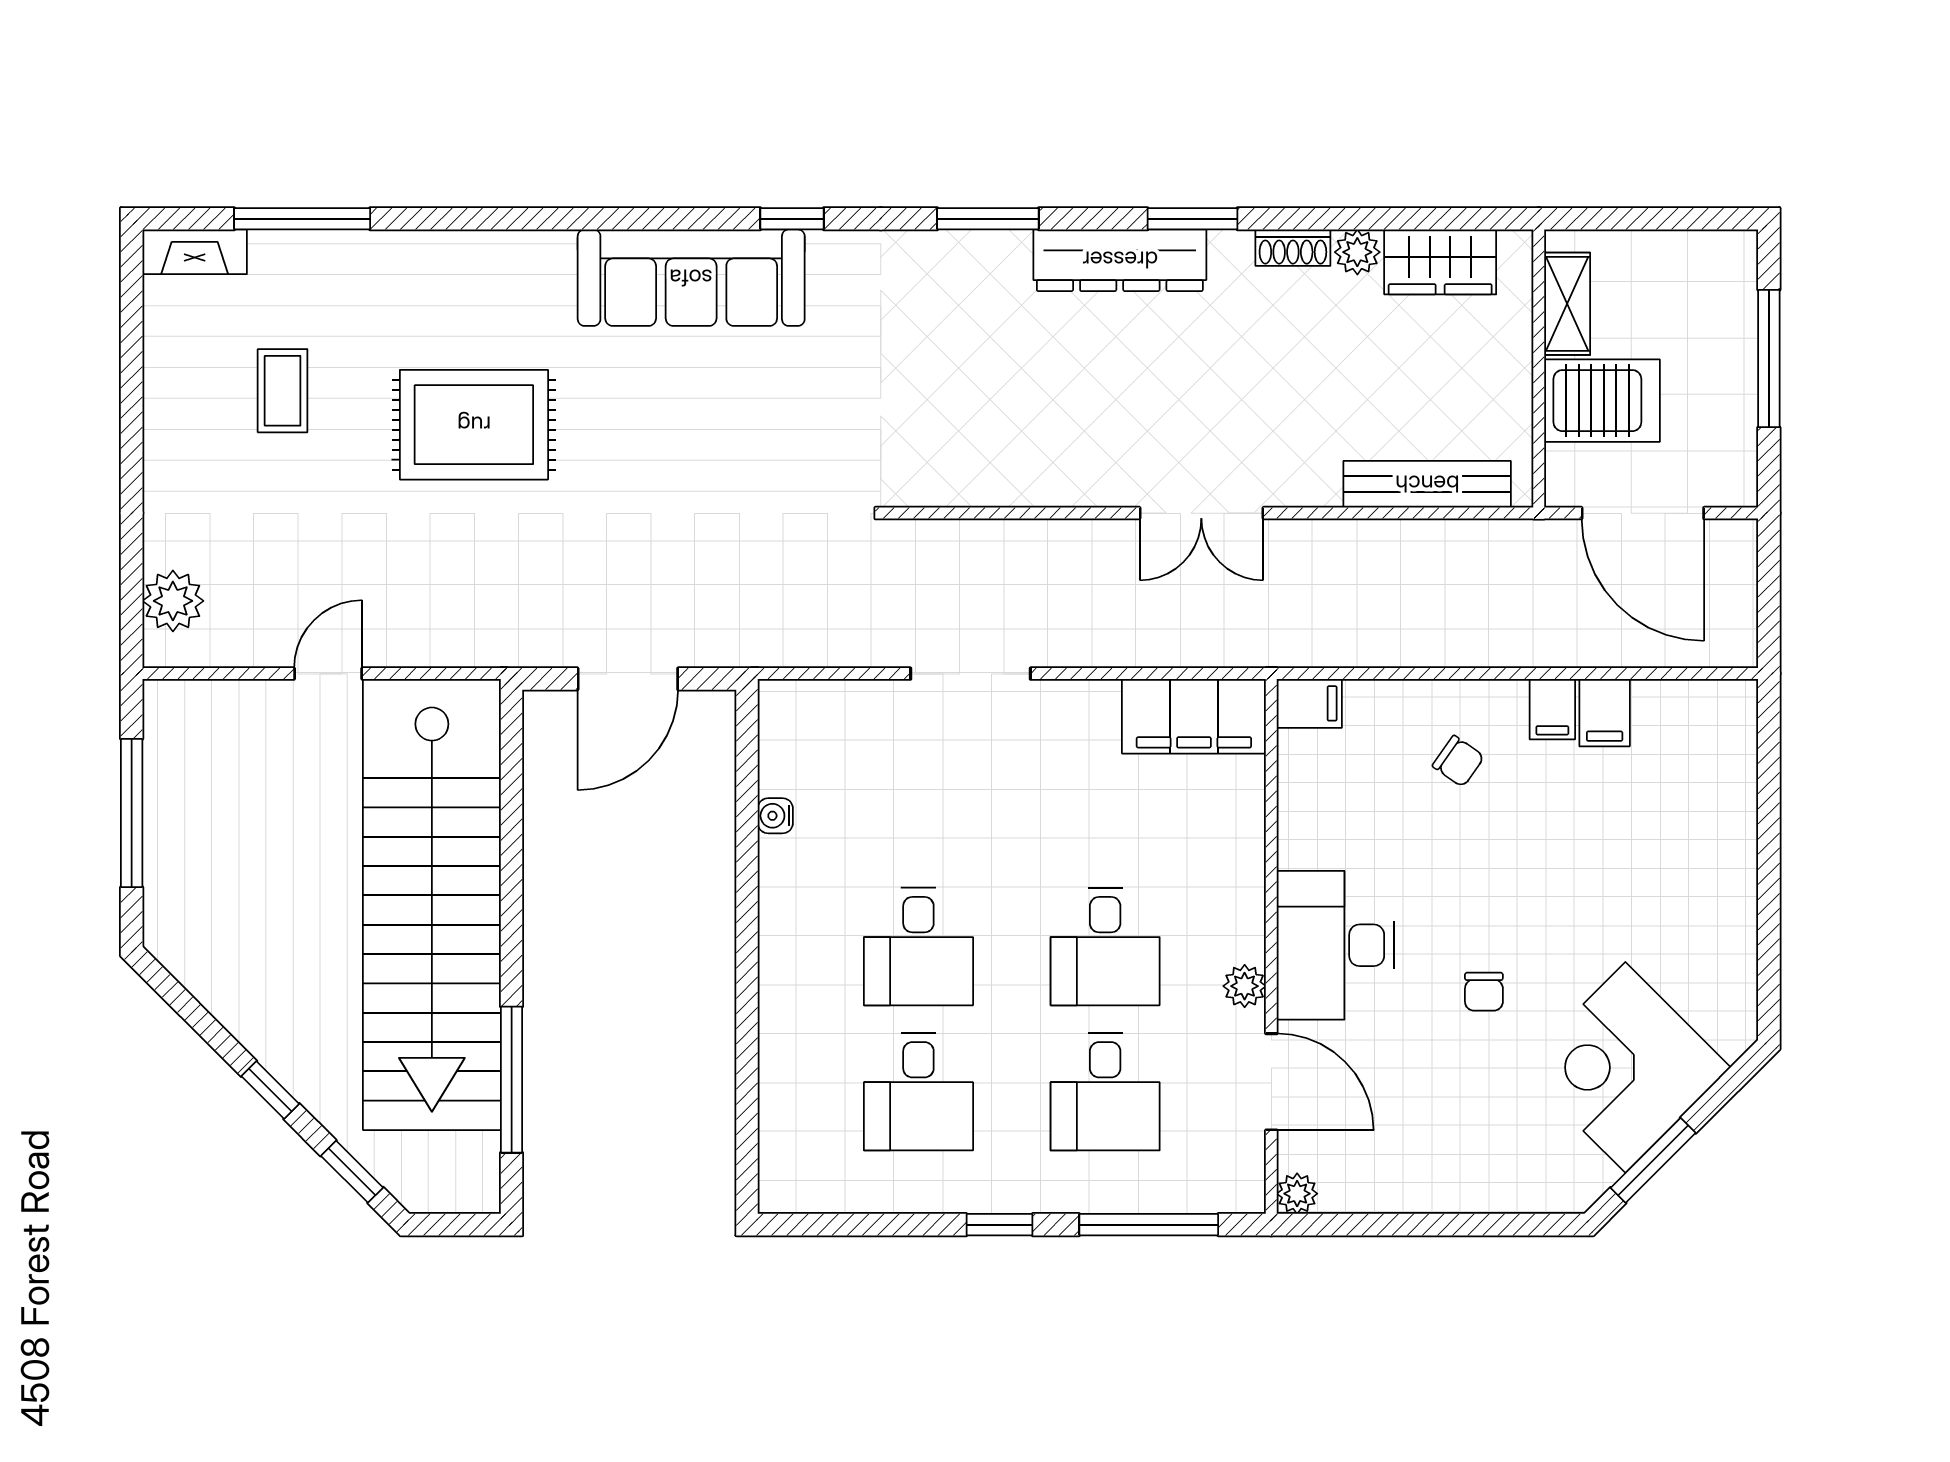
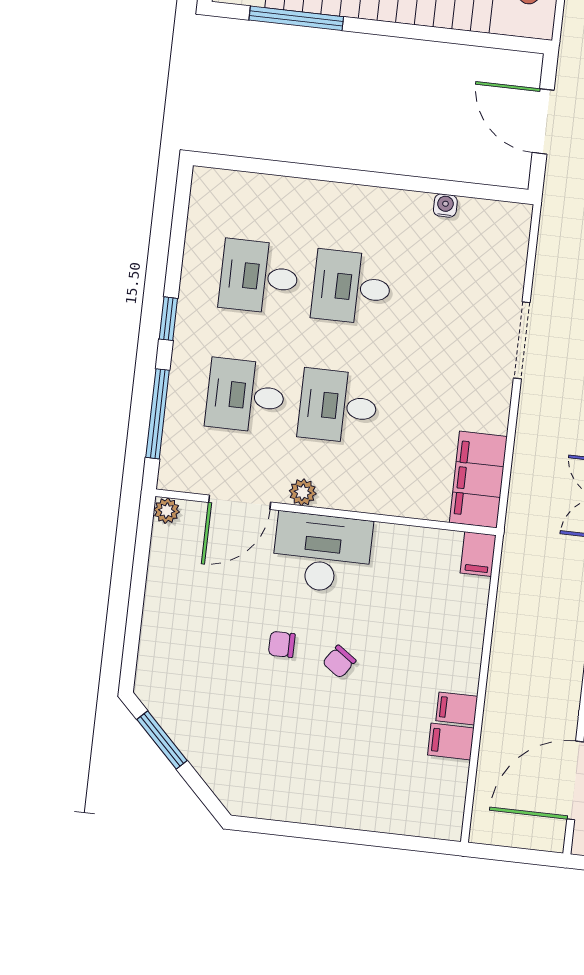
chair: (1458, 761) -> (339, 662), moved
corner desk: (1625, 1067) -> (223, 729), removed

